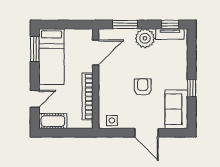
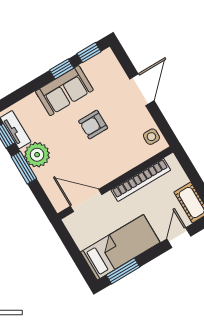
window: (125, 24) -> (24, 168), moved
door: (35, 99) -> (179, 238), hinge flipped
sofa: (176, 109) -> (64, 91), moved
window: (192, 113) -> (89, 53), added

